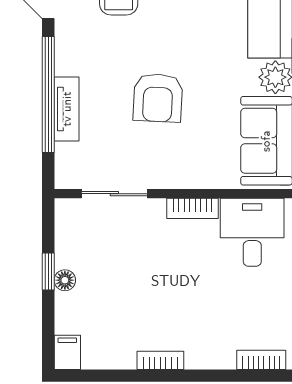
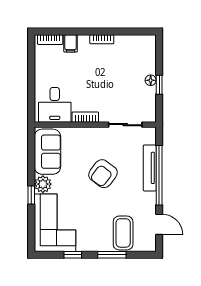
armchair: (158, 98) -> (103, 174), turned -146
tv unit: (67, 109) -> (150, 168), width x1.41
filing cabinet: (67, 352) -> (71, 43), moved

